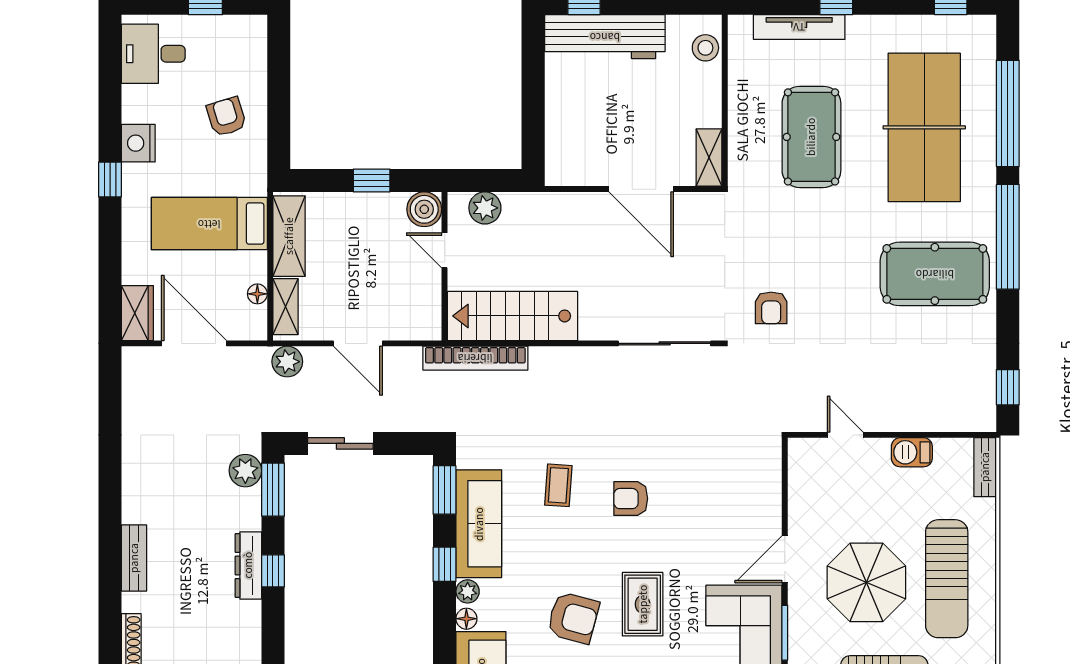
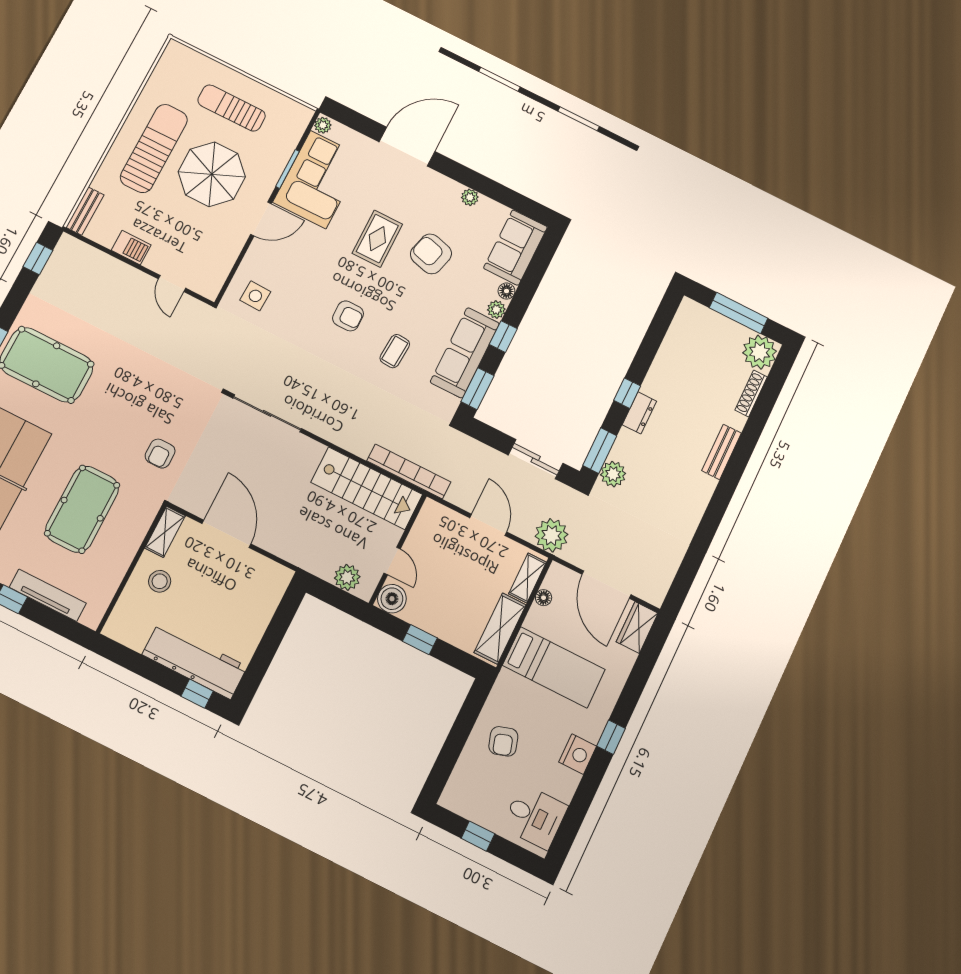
stool: (705, 48) -> (160, 581), moved
armchair: (771, 308) -> (160, 454), moved, turned 180
plant: (287, 362) -> (551, 535), width x1.36, depth x1.36
side table: (746, 468) -> (255, 296), added
dresser: (248, 565) -> (639, 413), width x0.70

